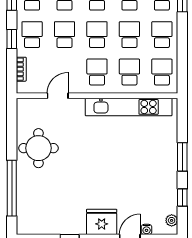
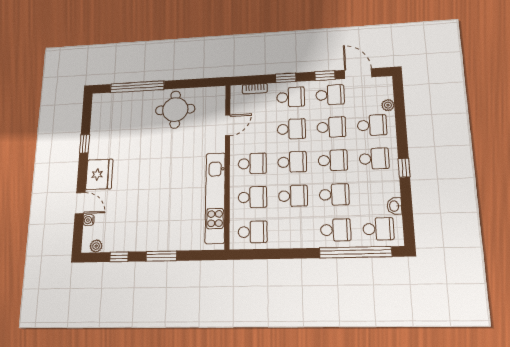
school desk: (162, 35) -> (294, 231), removed
door: (58, 96) -> (228, 125), hinge flipped

